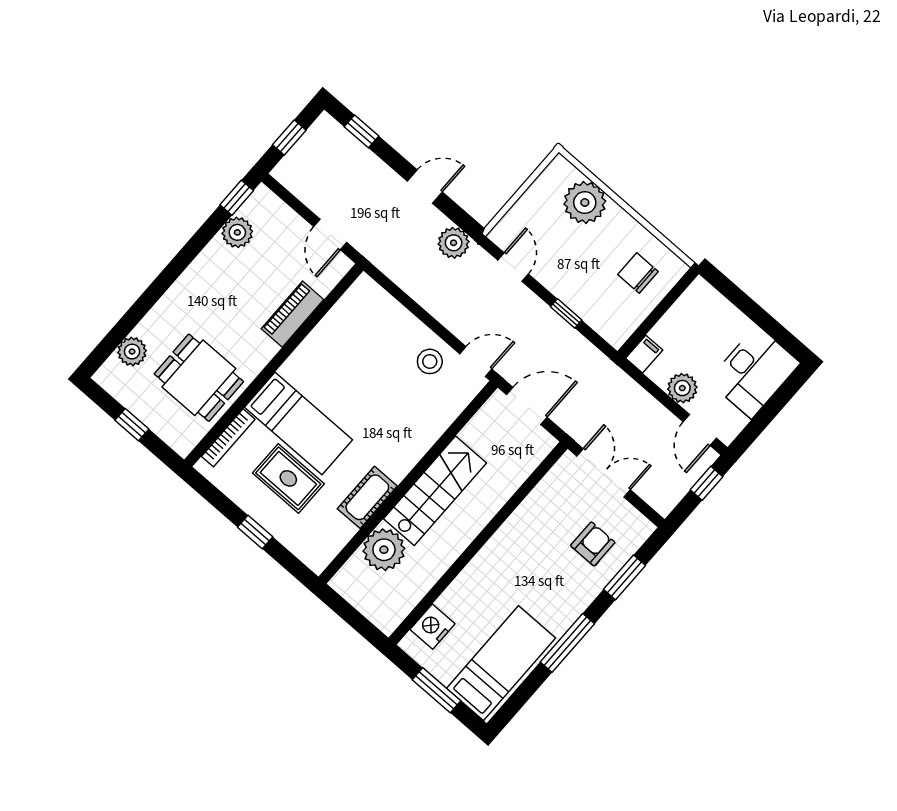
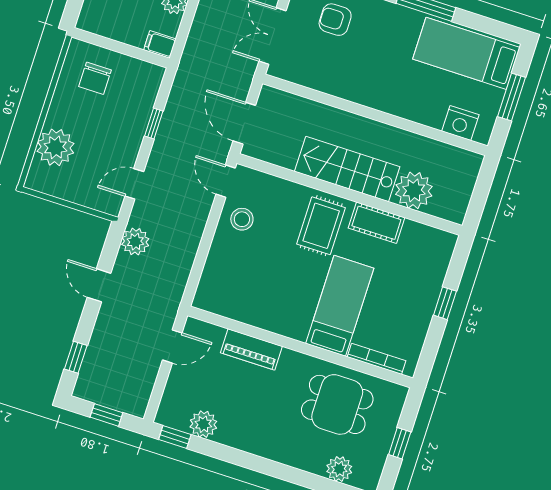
dining table: (199, 378) -> (337, 404), turned 90
rug: (288, 478) -> (321, 226), moved

